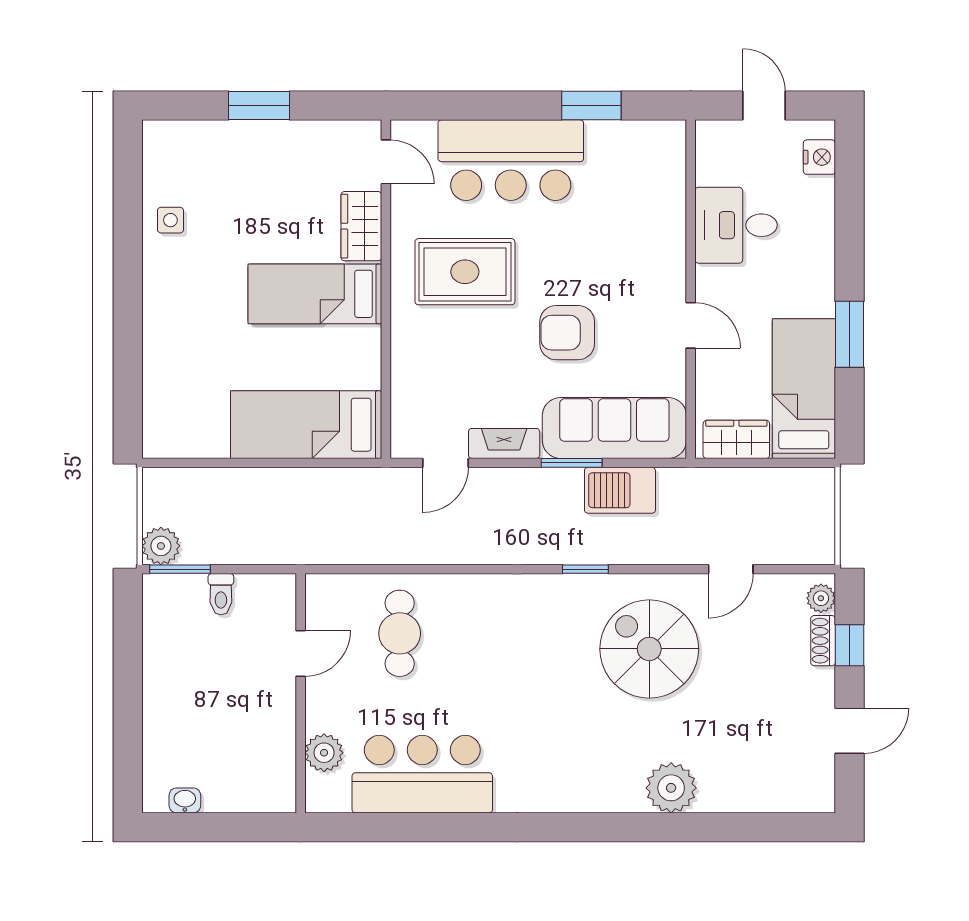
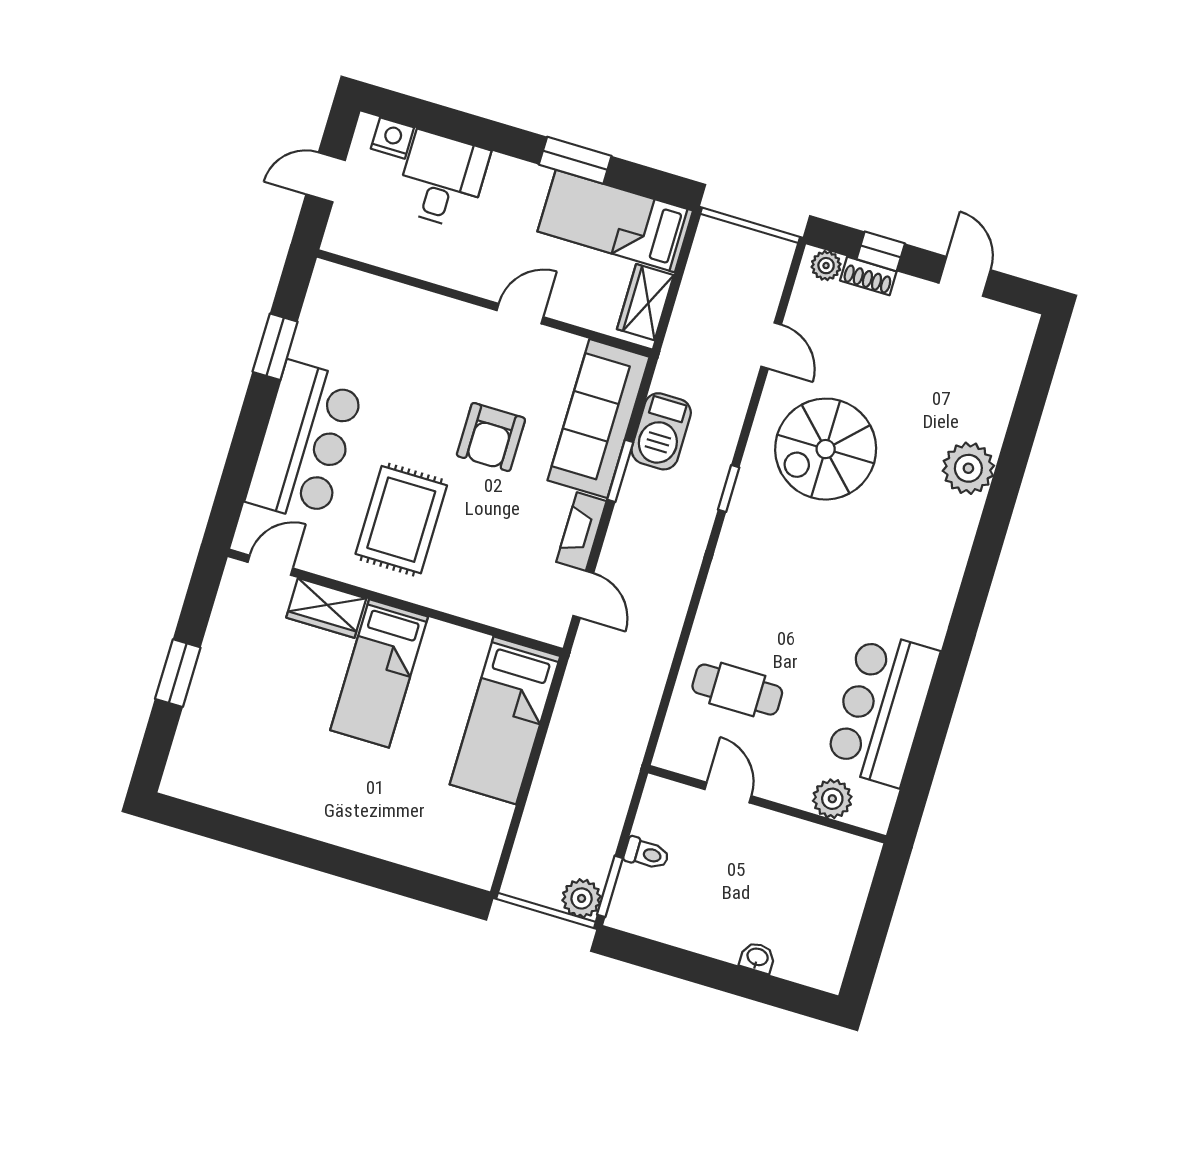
side table: (170, 220) -> (264, 794), removed
desk: (736, 225) -> (442, 180), moved, turned 180
washbasin: (185, 800) -> (757, 958), moved, turned 90

